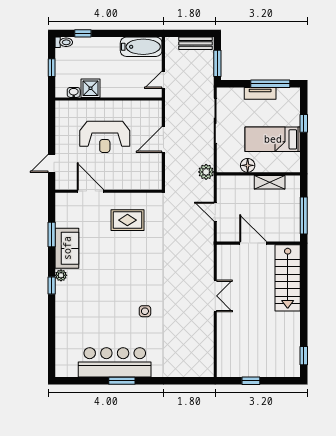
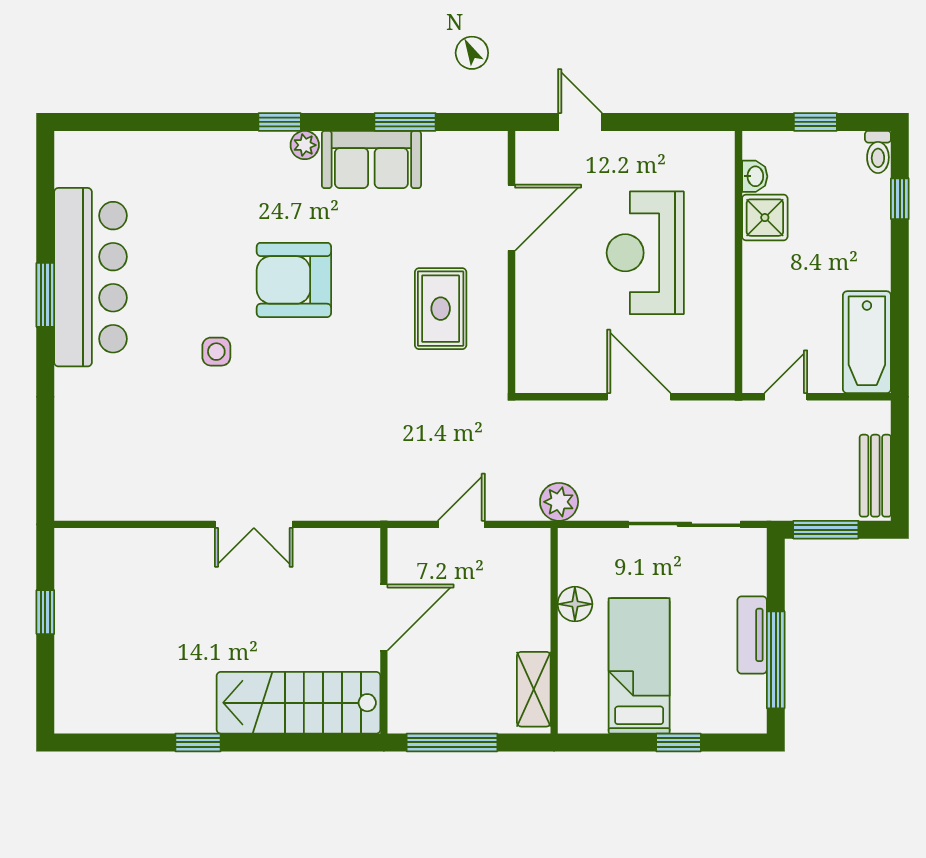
door: (163, 80) -> (786, 397), hinge flipped
shelving: (270, 182) -> (534, 689), moved
armchair: (116, 280) -> (294, 280), added
window: (304, 356) -> (198, 742), moved

